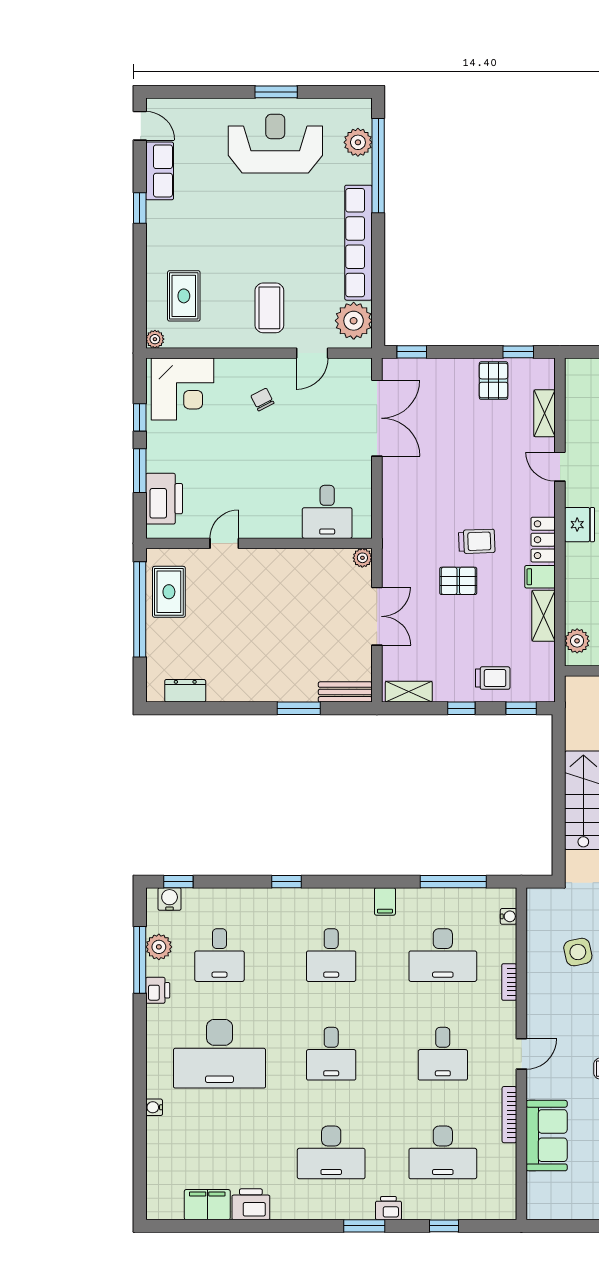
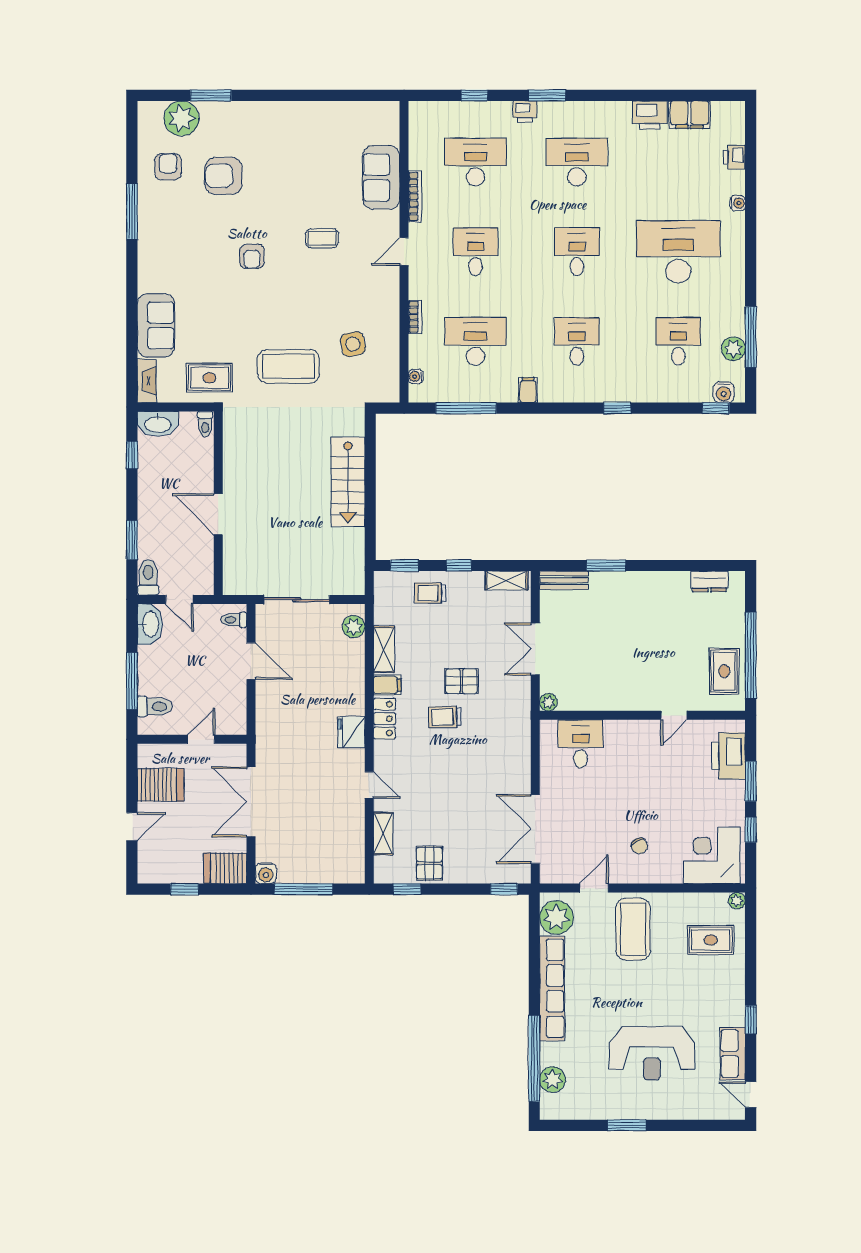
reception desk: (275, 144) -> (652, 1053), moved
rug: (184, 296) -> (711, 940), turned 90
coffee table: (269, 308) -> (633, 929), width x1.36, depth x1.32
printer: (158, 990) -> (734, 157), moved

